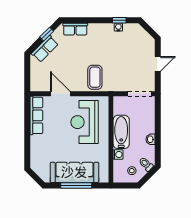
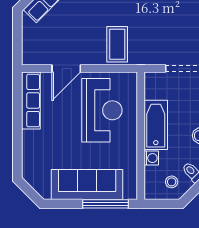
door: (60, 94) -> (66, 69), swing flipped
reception desk: (85, 122) -> (102, 110), turned 180
window: (76, 186) -> (106, 204), moved

